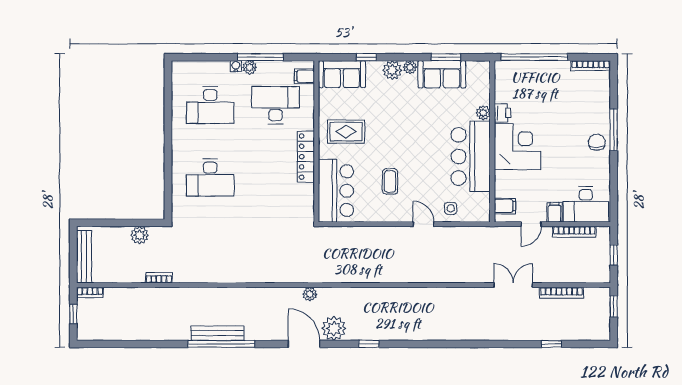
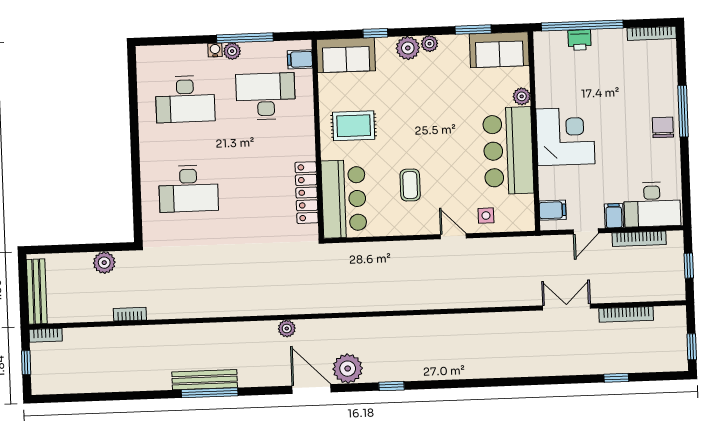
sofa: (442, 74) -> (499, 50), moved
printer: (503, 113) -> (580, 40), moved, turned 90
locker: (306, 157) -> (307, 193), moved
plant: (310, 294) -> (287, 329), moved
window: (614, 306) -> (692, 347), moved
window: (221, 344) -> (210, 393), width x0.68

